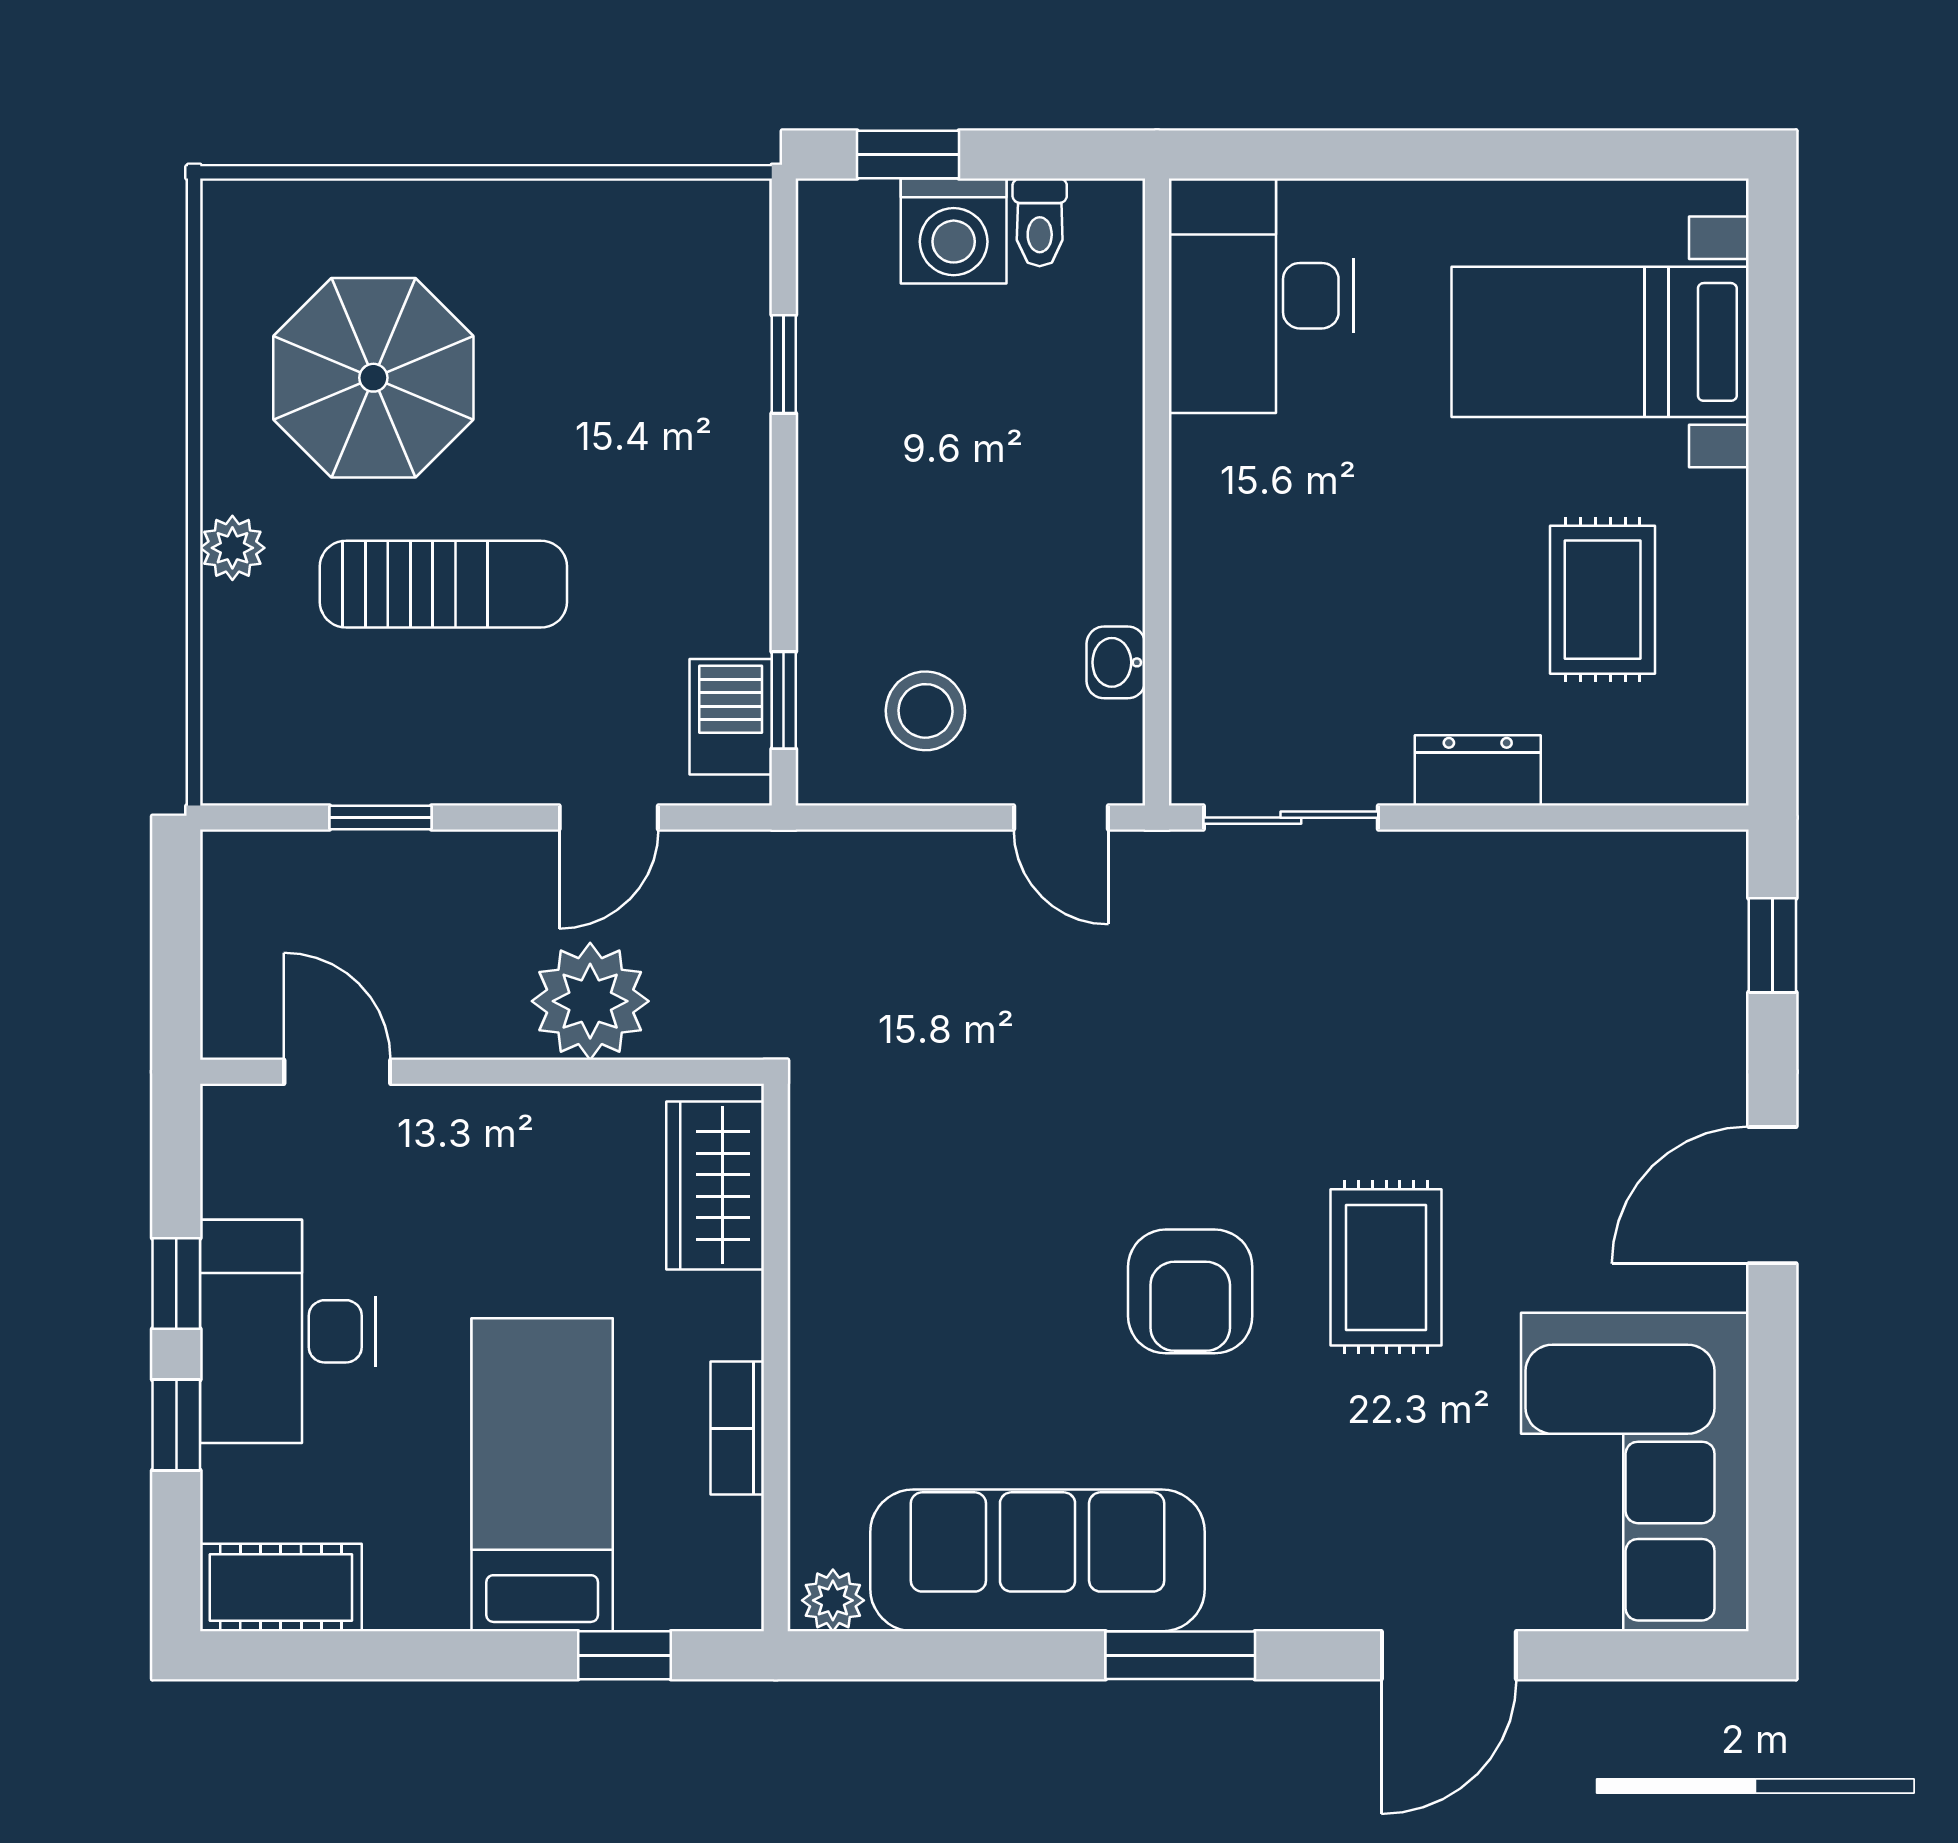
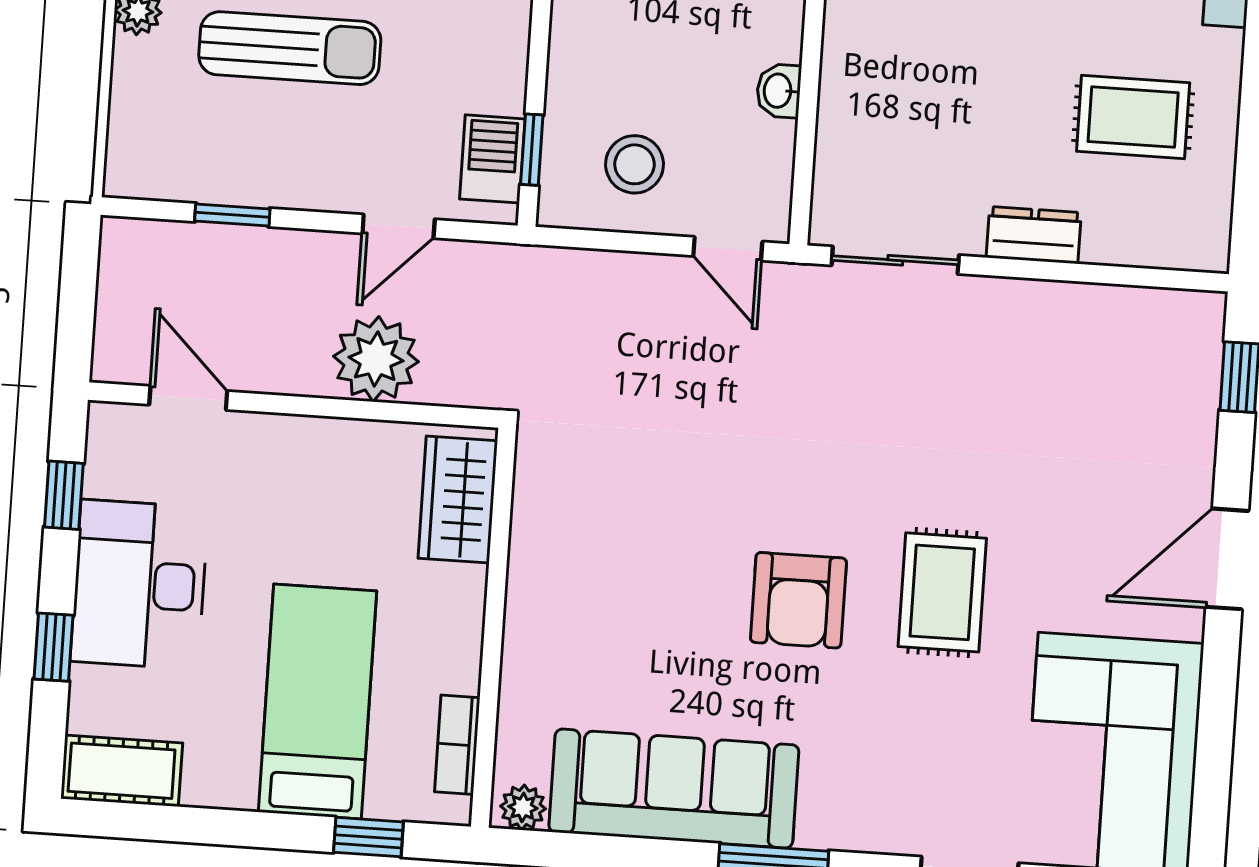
rug: (1603, 600) -> (1133, 117), turned 90
washbasin: (1116, 662) -> (779, 91), moved
window: (176, 1284) -> (64, 495), moved
bookcase: (737, 1428) -> (457, 745), moved

